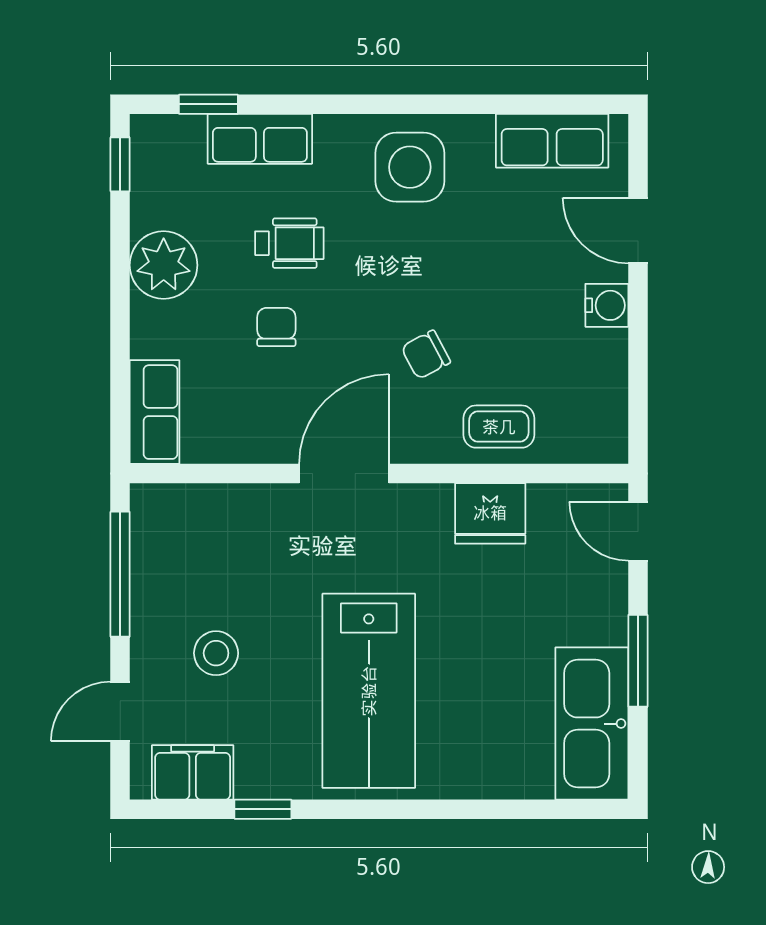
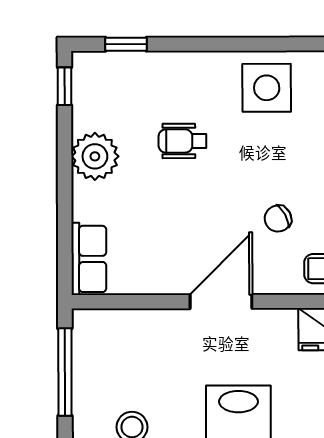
row of seats: (260, 139) -> (162, 68), removed
wheelchair: (289, 243) -> (183, 141), turned 180
chair: (276, 327) -> (174, 199), removed

